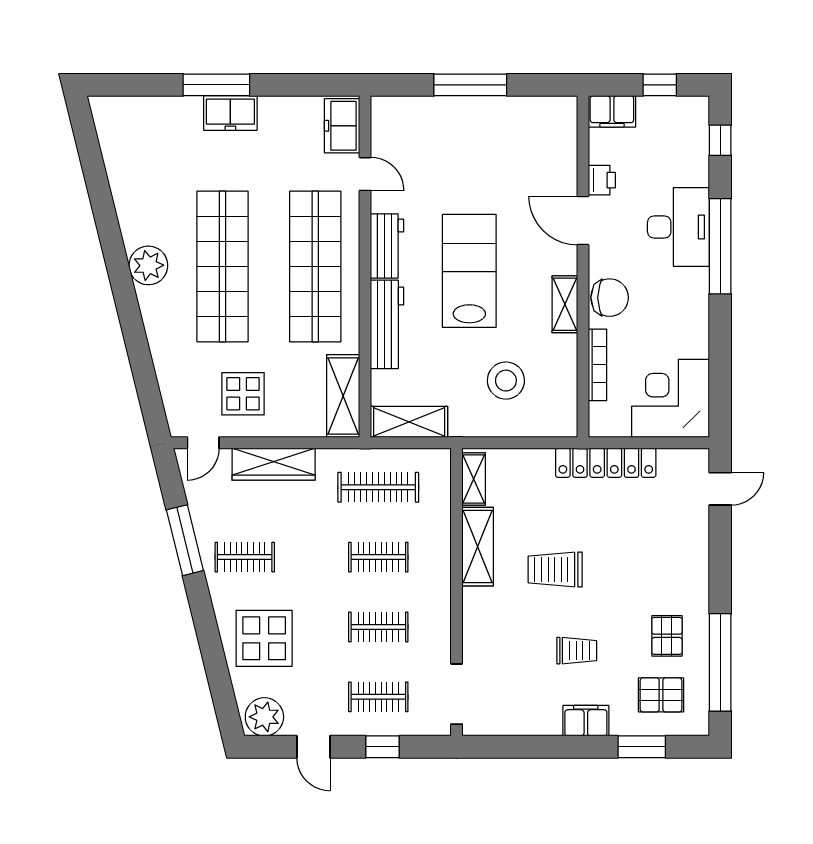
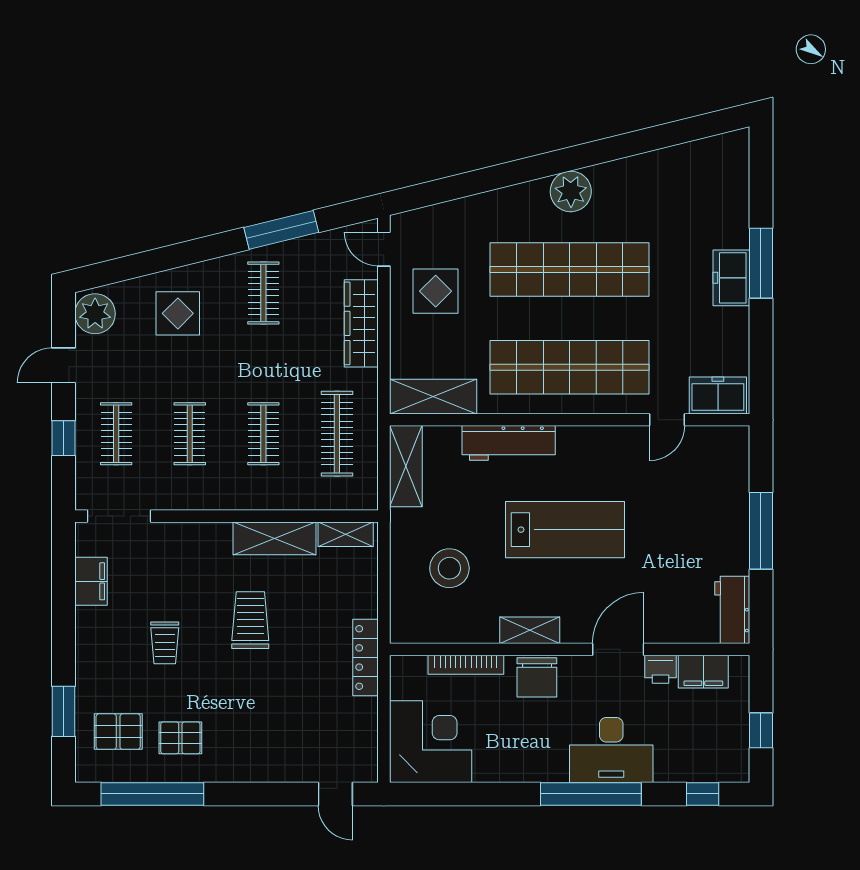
filing cabinet: (612, 111) -> (703, 672), moved, turned -90
workbench: (387, 246) -> (732, 610), moved, turned 90
locker: (606, 463) -> (366, 658), width x0.71, depth x0.83
display table: (264, 638) -> (178, 313), width x0.73, depth x0.73
pallet: (661, 695) -> (118, 732), turned 90
filing cabinet: (586, 721) -> (91, 581), moved

